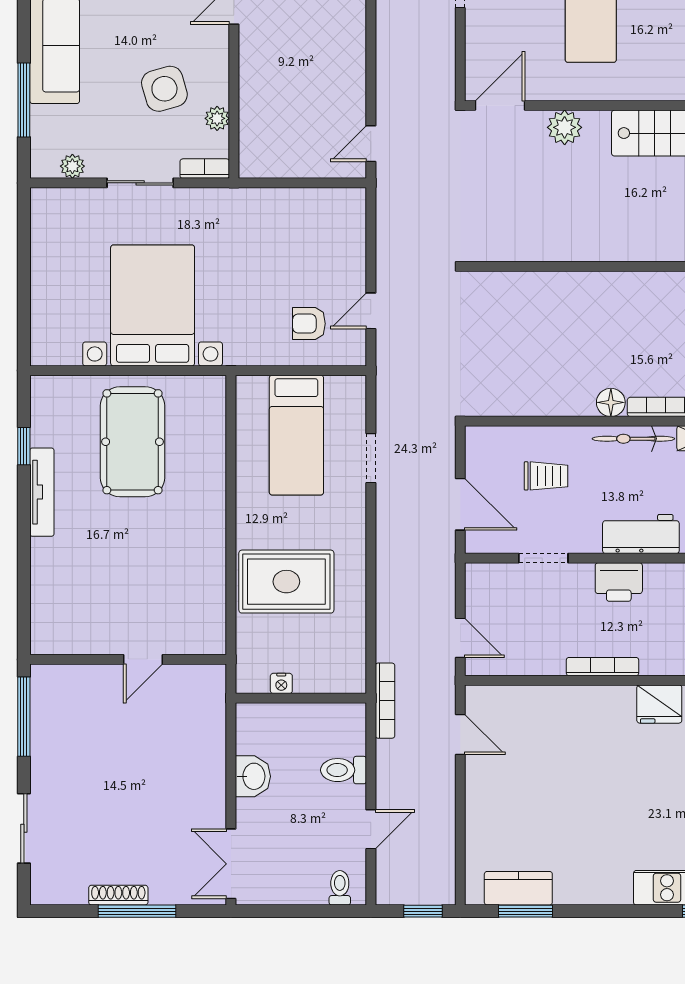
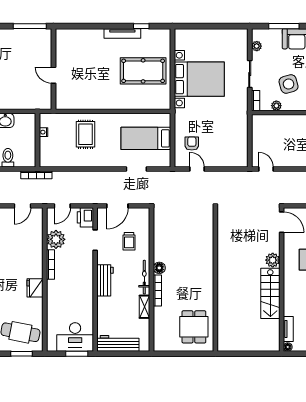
plant: (565, 127) -> (273, 260), moved
rug: (286, 582) -> (85, 134), width x0.73, depth x0.70
printer: (619, 582) -> (85, 217), moved
plant: (541, 653) -> (56, 239), added

